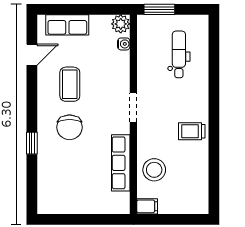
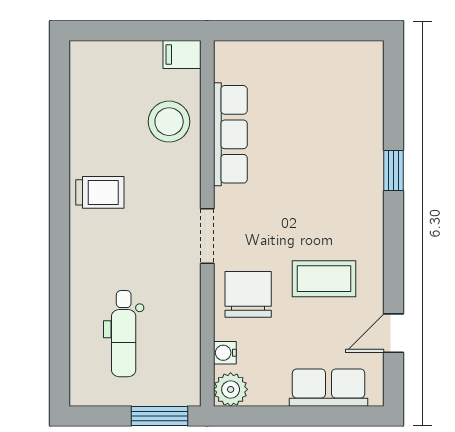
coffee table: (70, 84) -> (324, 279), turned 90
chair: (70, 127) -> (248, 294), moved

